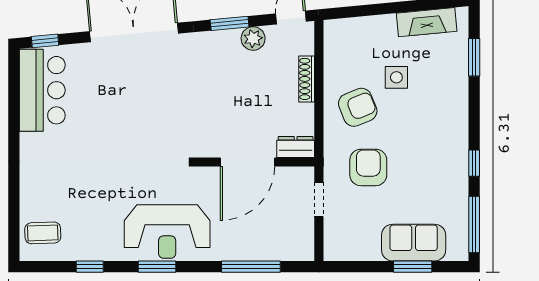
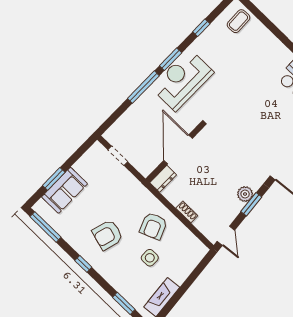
plant: (253, 39) -> (245, 194), moved
shoe rack: (307, 79) -> (187, 212), width x0.70
window: (474, 163) -> (83, 264), moved
armchair: (368, 167) -> (108, 235), moved, turned 106
doorway: (319, 199) -> (118, 156), moved
window: (251, 267) -> (143, 87), moved

